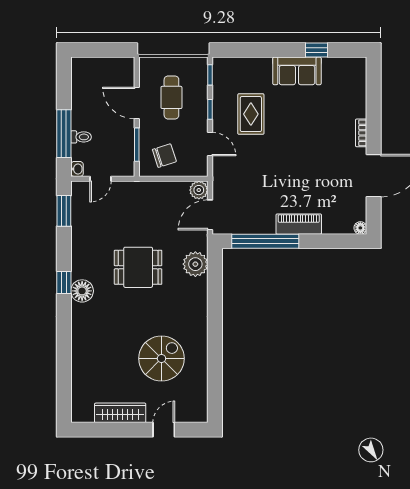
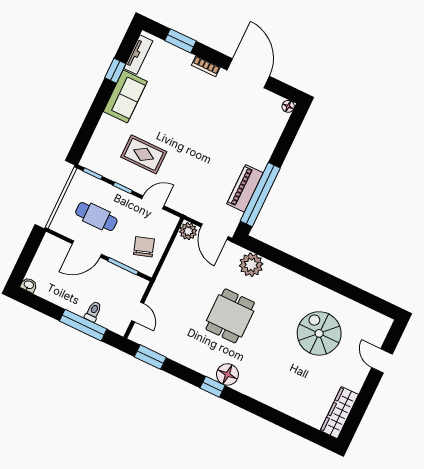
tv unit: (342, 64) -> (138, 55), added
window: (374, 98) -> (181, 41), added
washbasin: (77, 169) -> (29, 285), moved
piano: (299, 224) -> (245, 188), moved
wardrobe: (120, 413) -> (339, 413), moved

